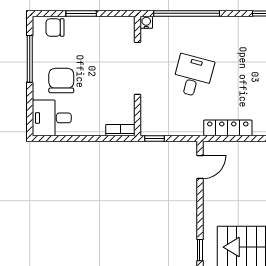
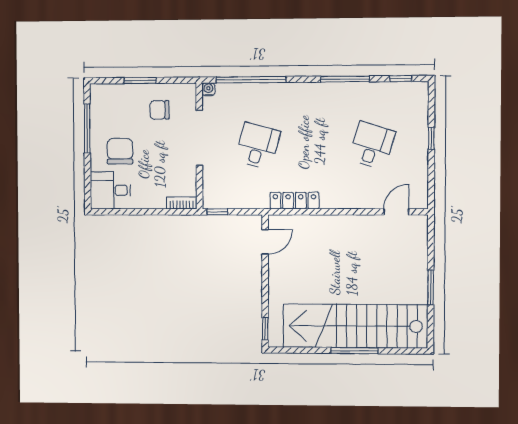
chair: (55, 27) -> (160, 110), moved

